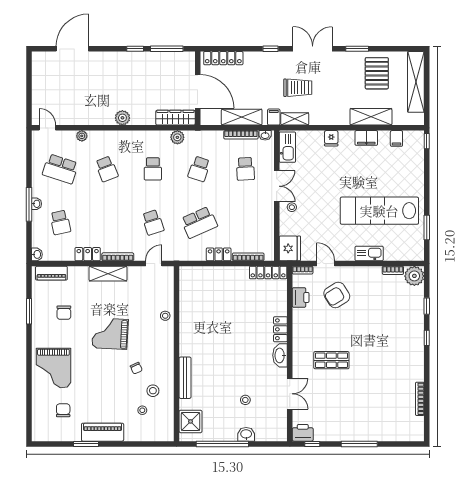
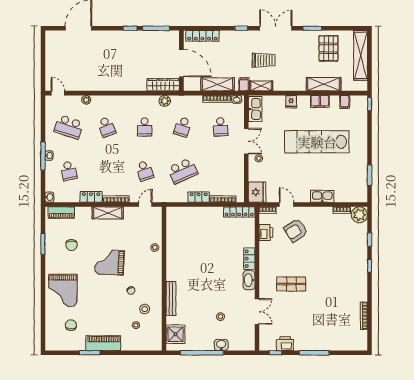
plant: (122, 118) -> (120, 85), removed
lab bench: (379, 211) -> (317, 142), moved
printer: (303, 433) -> (285, 344), moved

